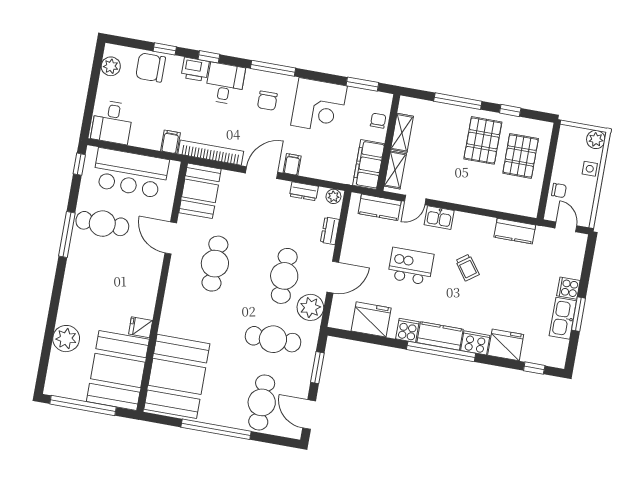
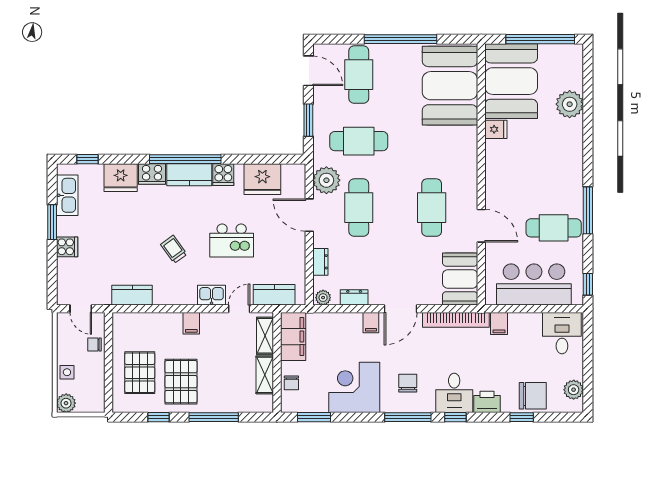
window: (209, 57) -> (455, 417), moved
filing cabinet: (463, 194) -> (191, 323), added
door: (333, 277) -> (309, 215), hinge flipped
kitchen sink: (563, 318) -> (67, 195), moved

